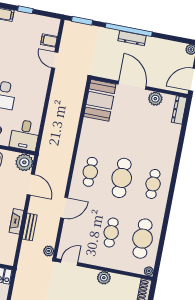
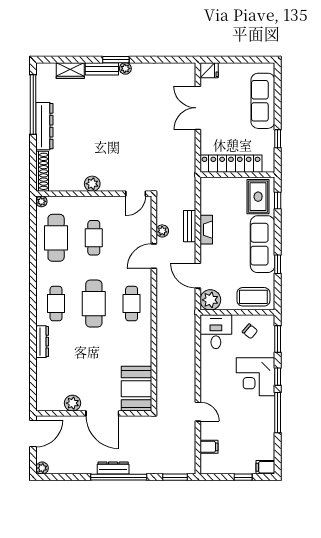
door: (55, 60) -> (198, 412), moved
dresser: (179, 110) -> (42, 342), moved
plant: (49, 251) -> (162, 231), moved

